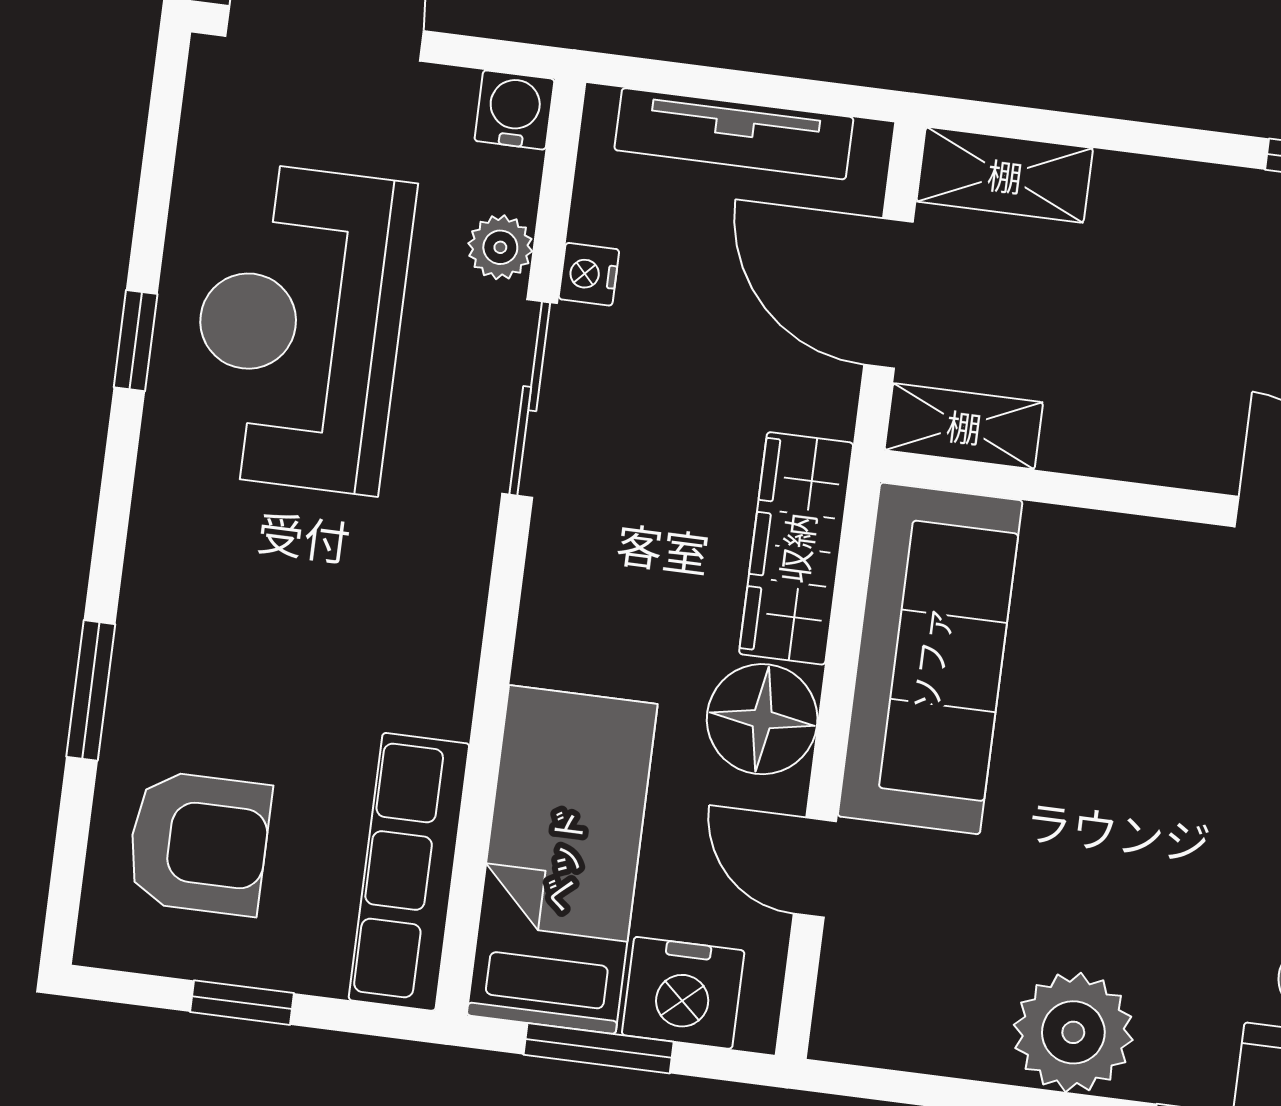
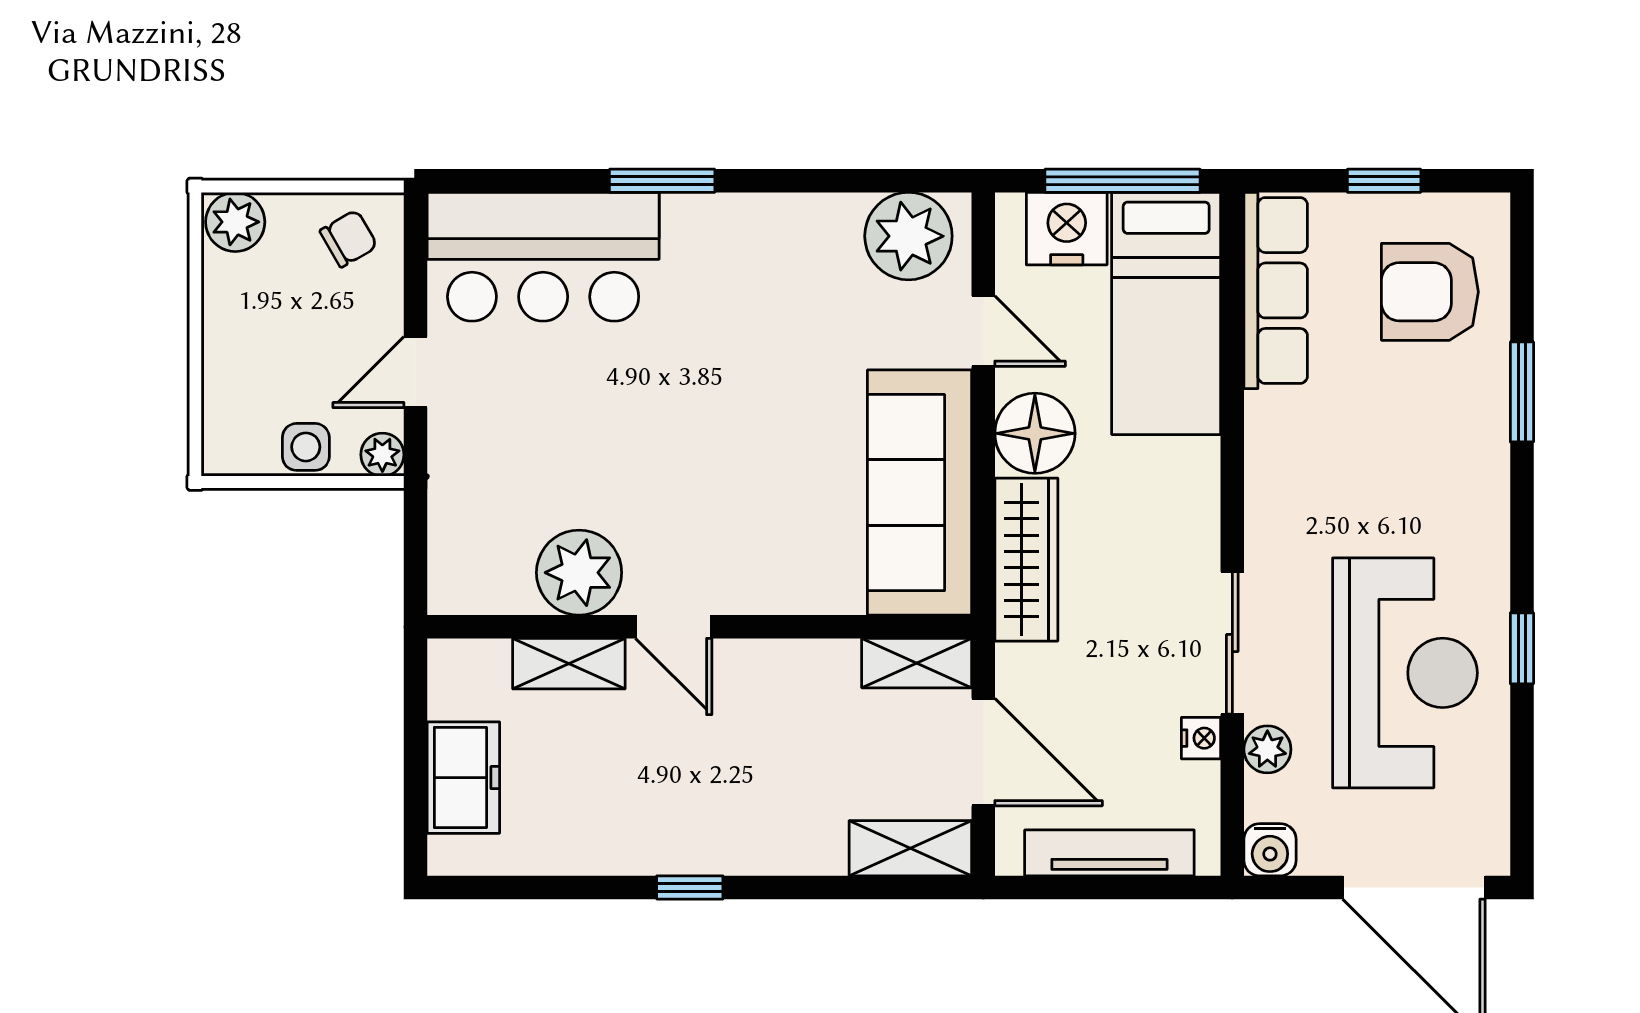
plant: (1073, 1032) -> (908, 236), moved
window: (599, 1048) -> (1123, 181), width x1.44

